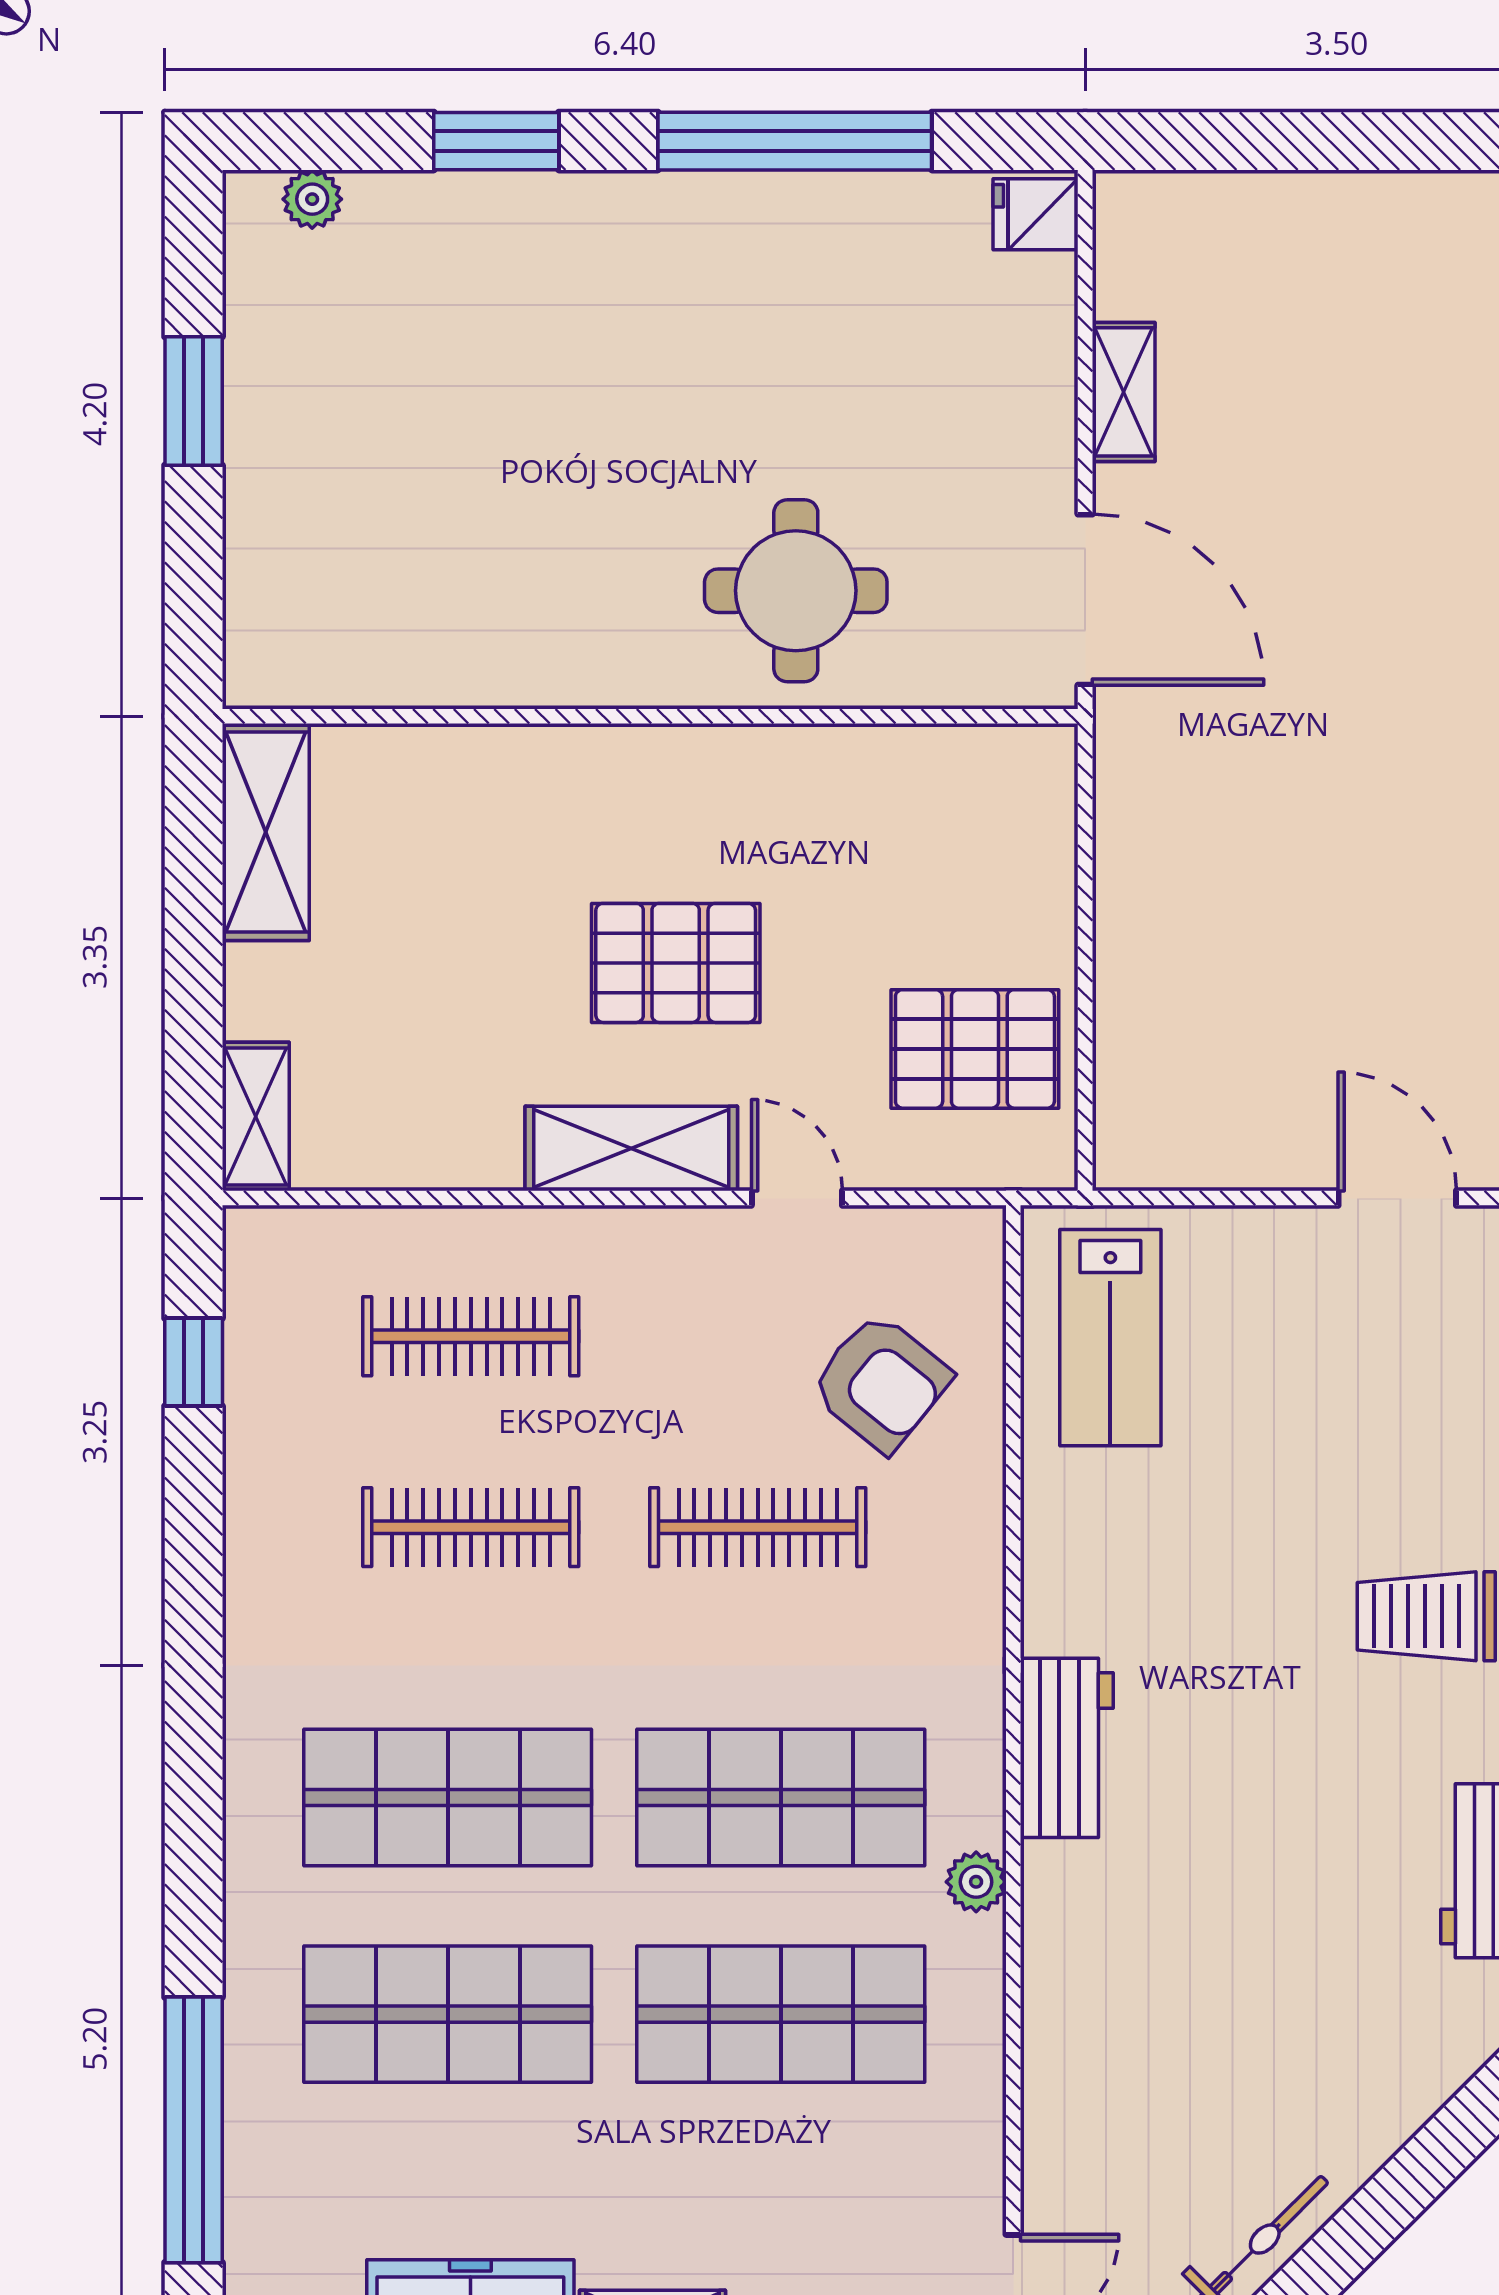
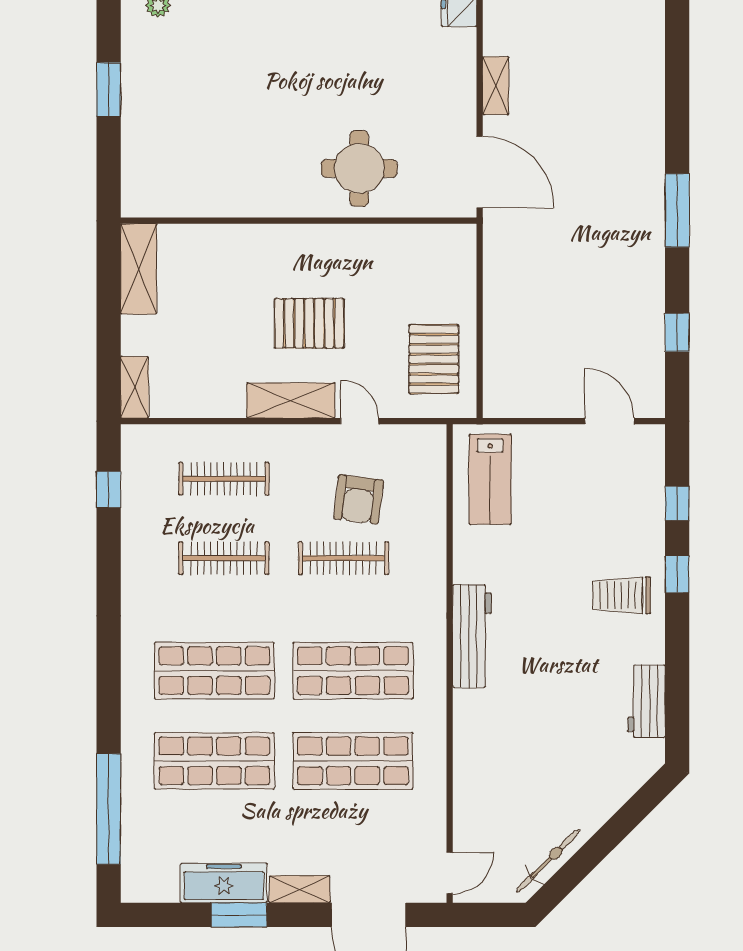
pallet: (975, 1049) -> (434, 359), turned 90
armchair: (881, 1382) -> (358, 499), moved, turned 58
workbench: (1067, 1748) -> (472, 636), width x1.37
plant: (976, 1882) -> (434, 706), removed

